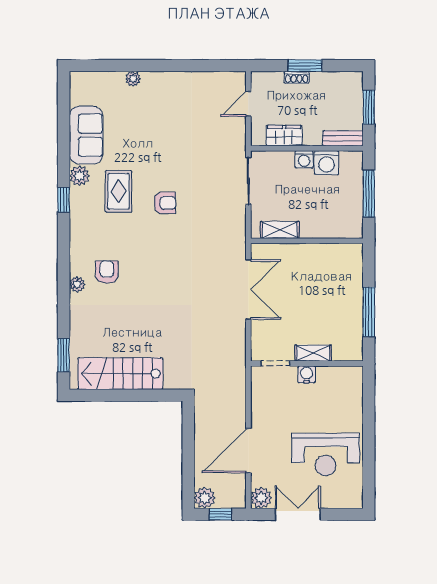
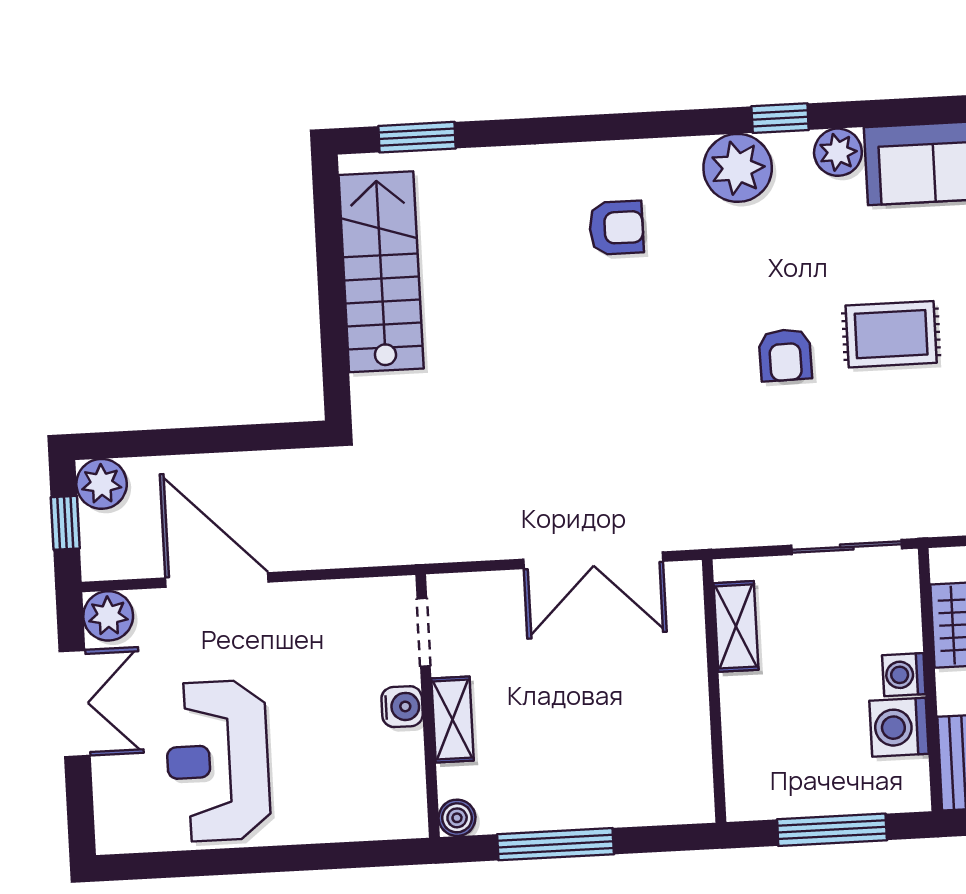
rug: (119, 191) -> (891, 334), moved
plant: (77, 284) -> (738, 168), moved, width x1.87, depth x1.87
boiler: (355, 353) -> (457, 818), added

